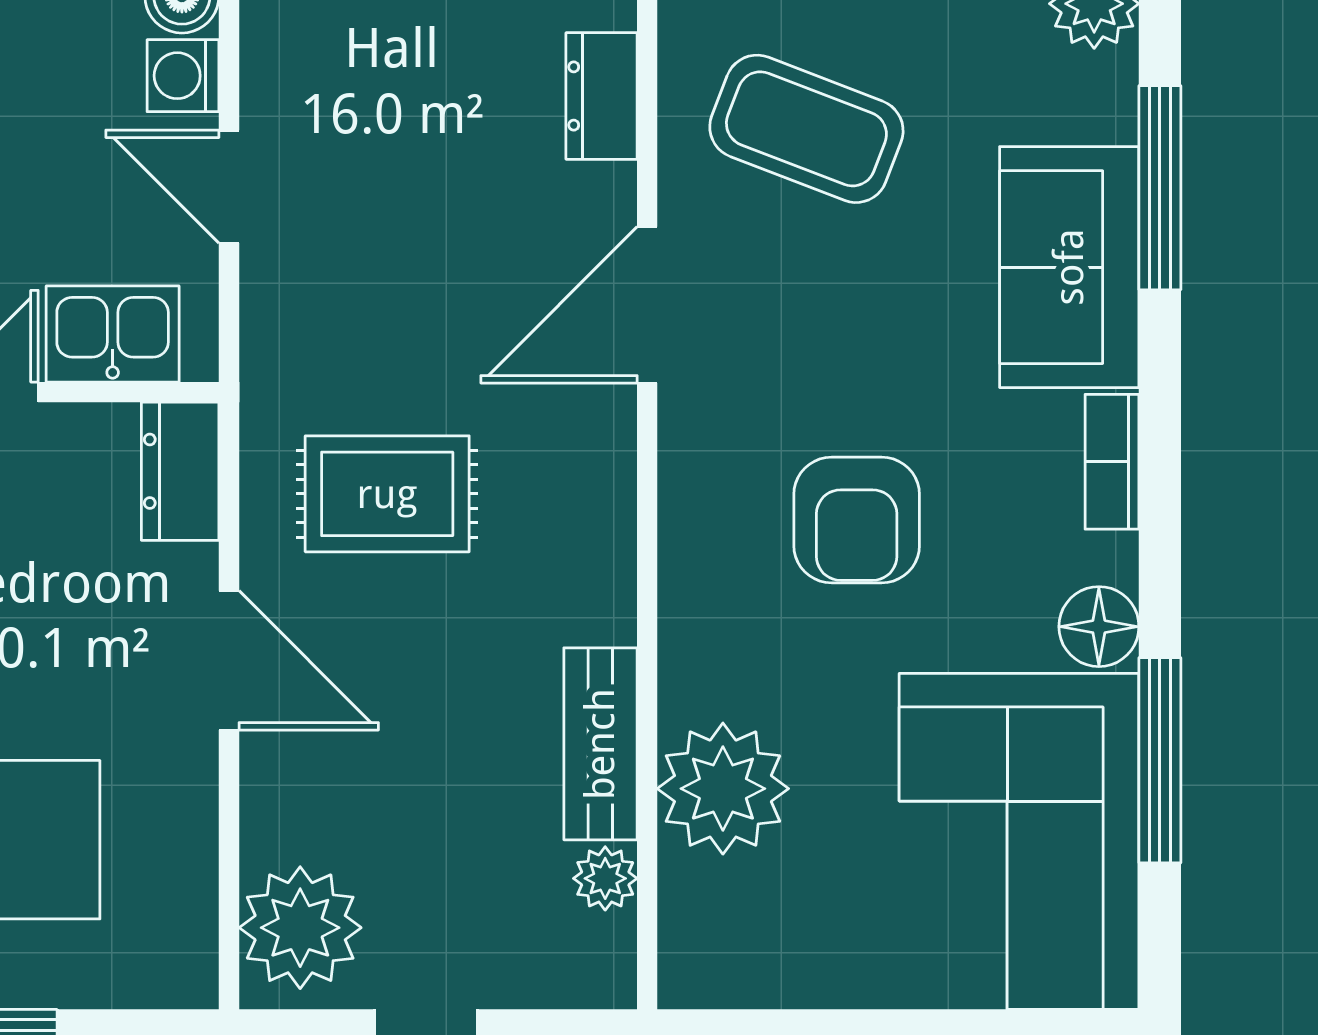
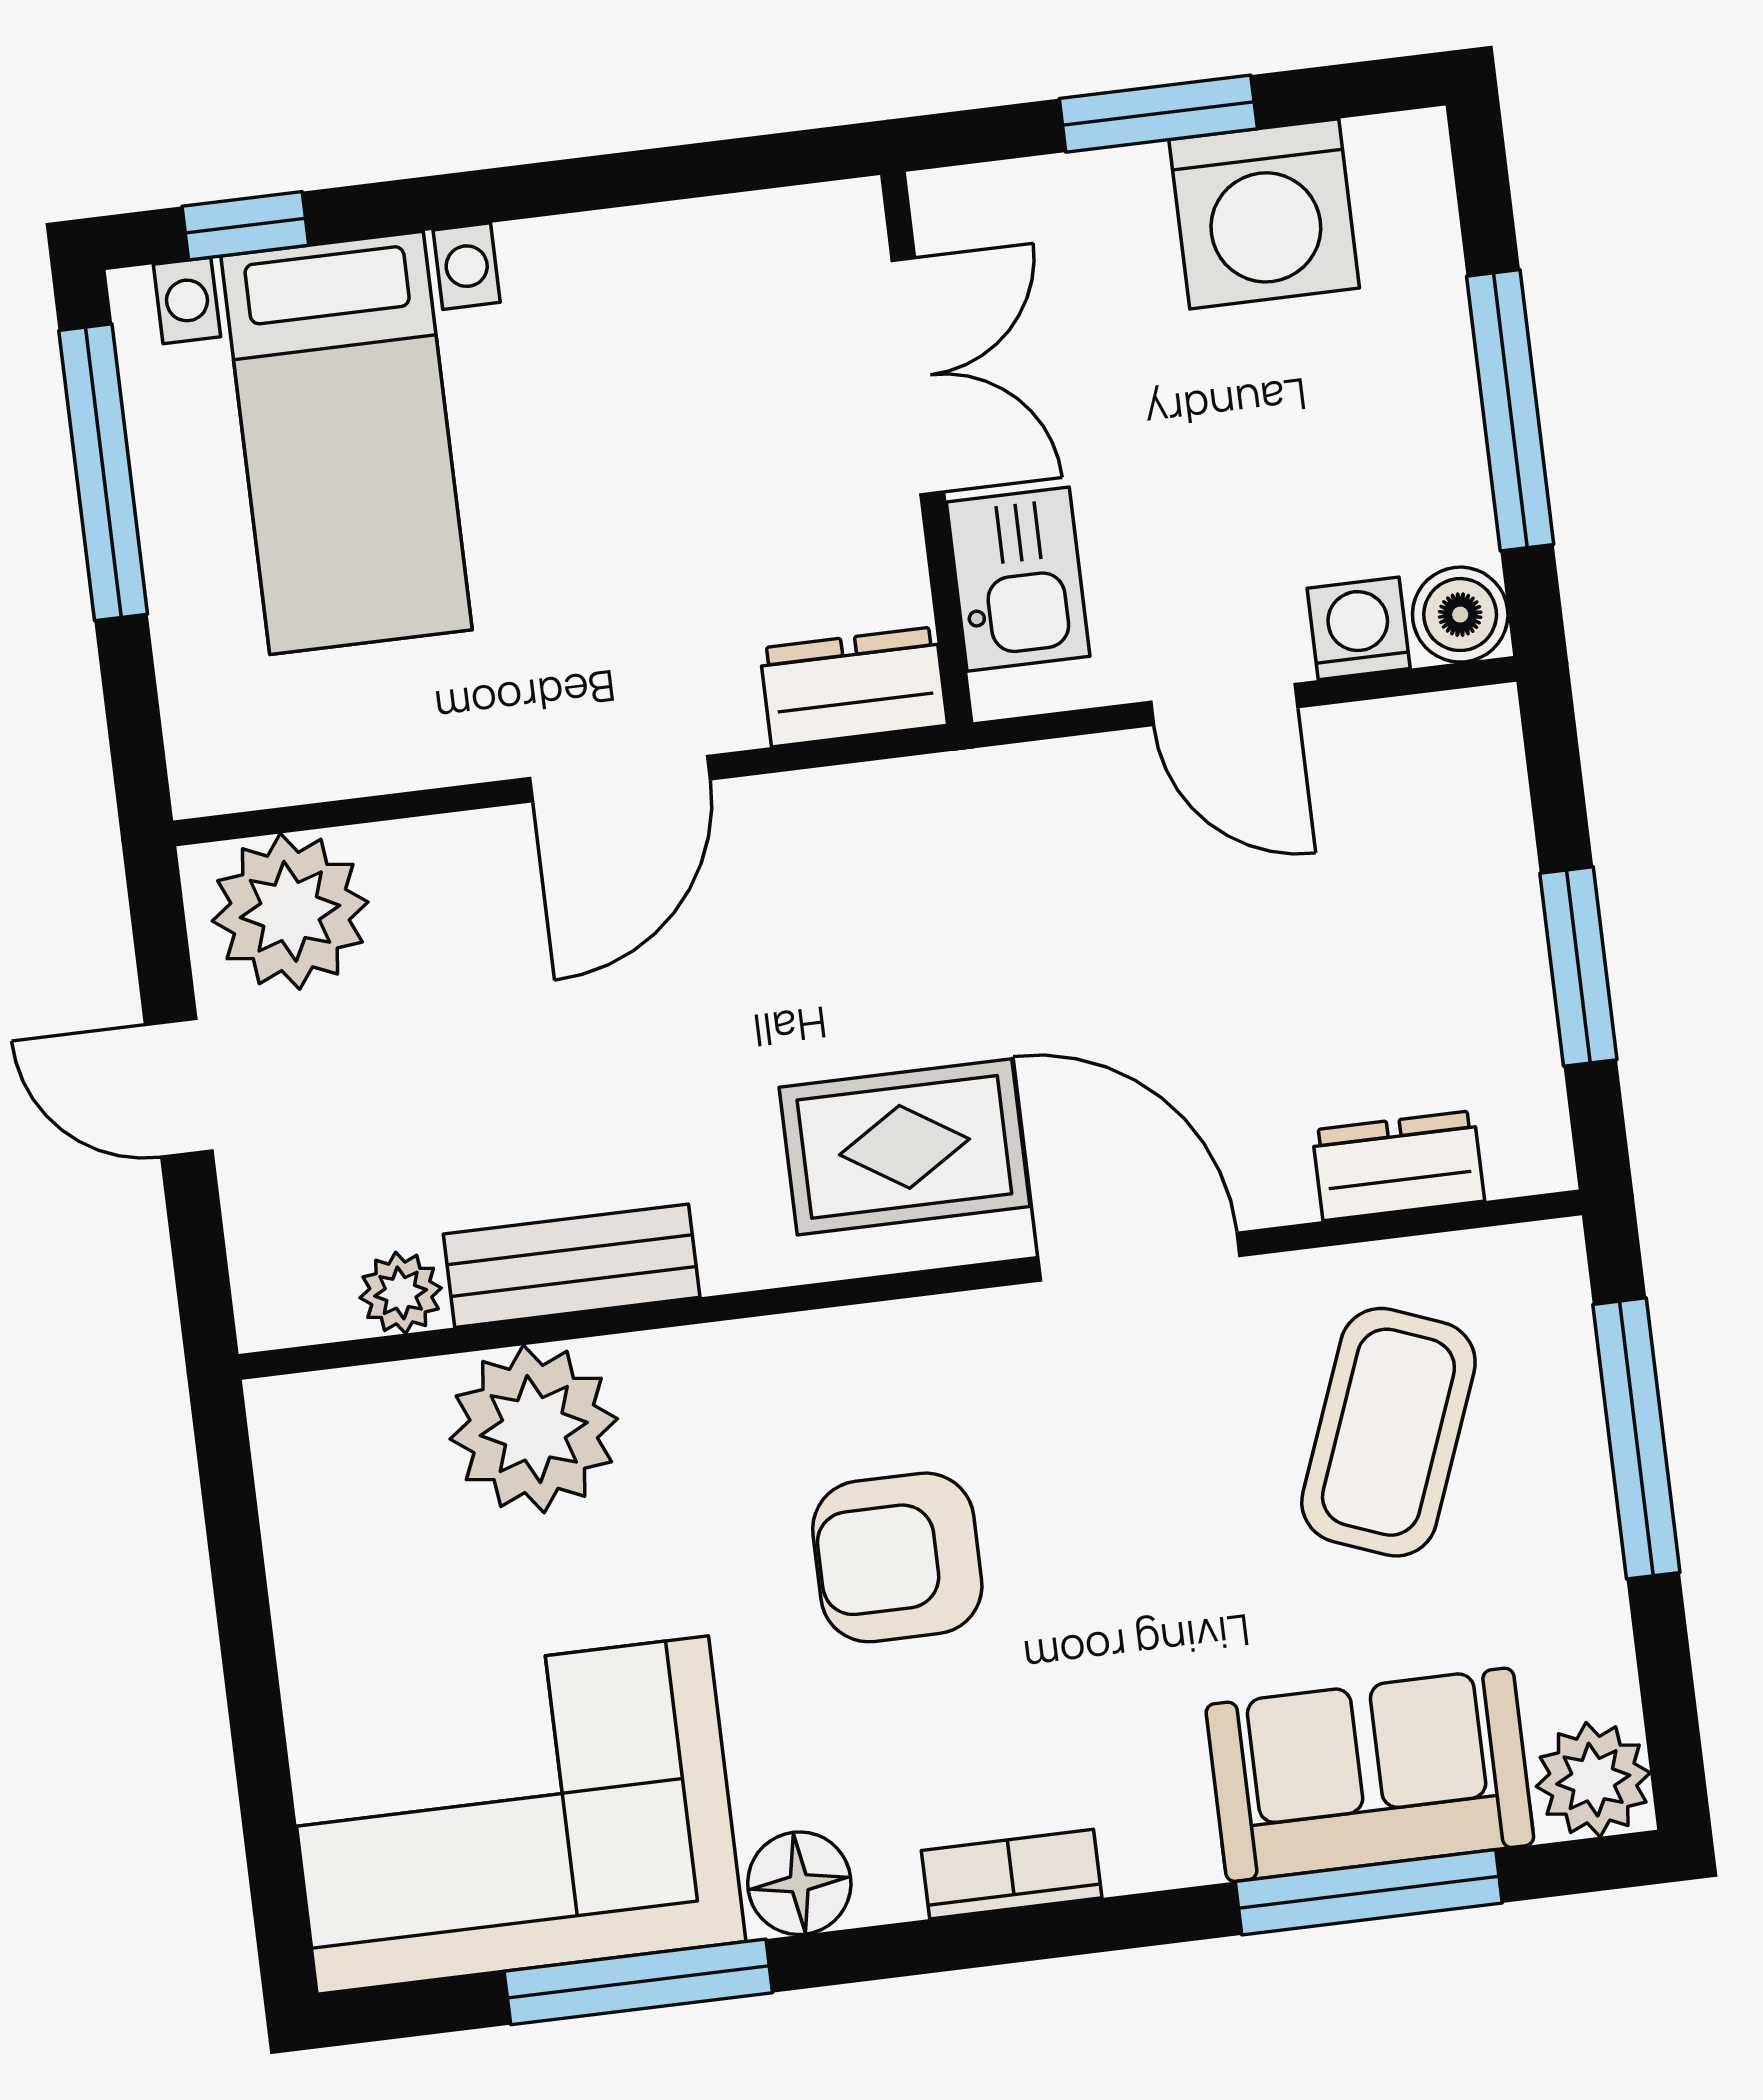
door: (229, 187) -> (1224, 705), swing flipped
sofa: (1069, 267) -> (1370, 1775), moved
rug: (387, 494) -> (904, 1147), moved, turned 90

